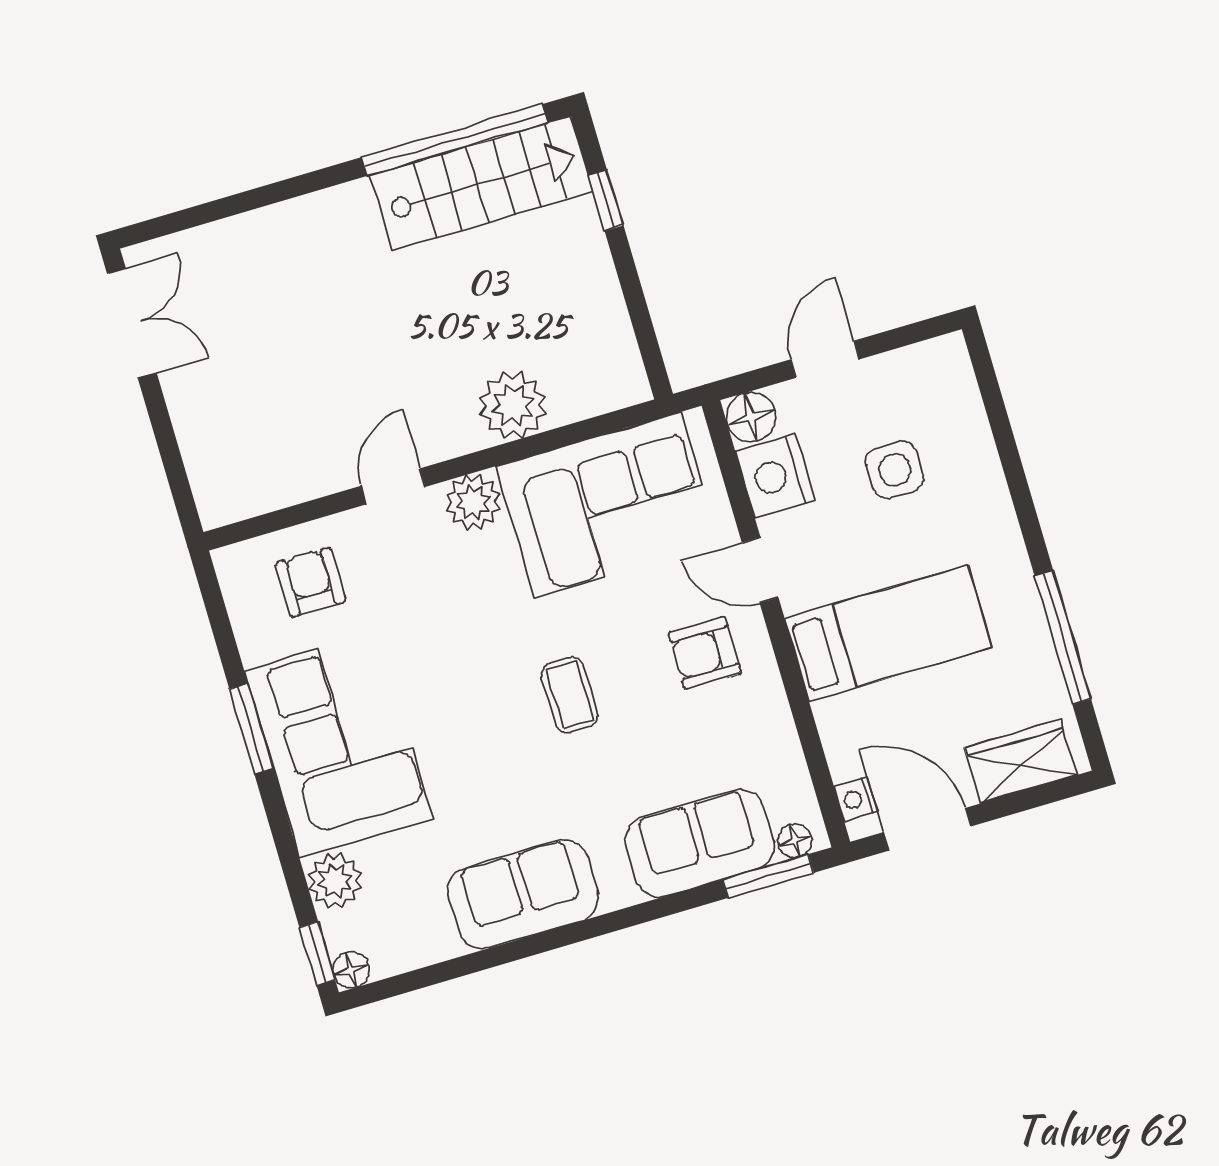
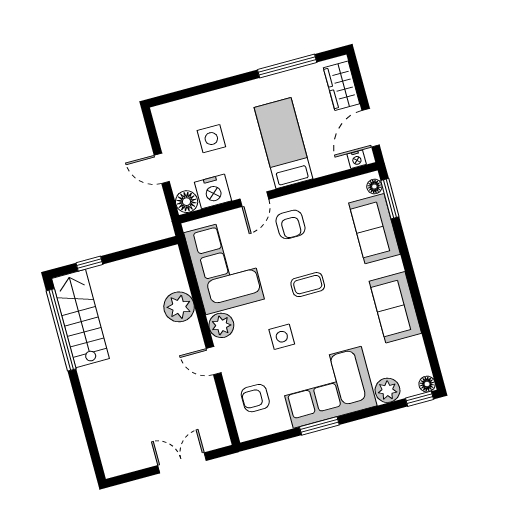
double door: (132, 323) -> (182, 463), moved
side table: (451, 639) -> (282, 337), added

